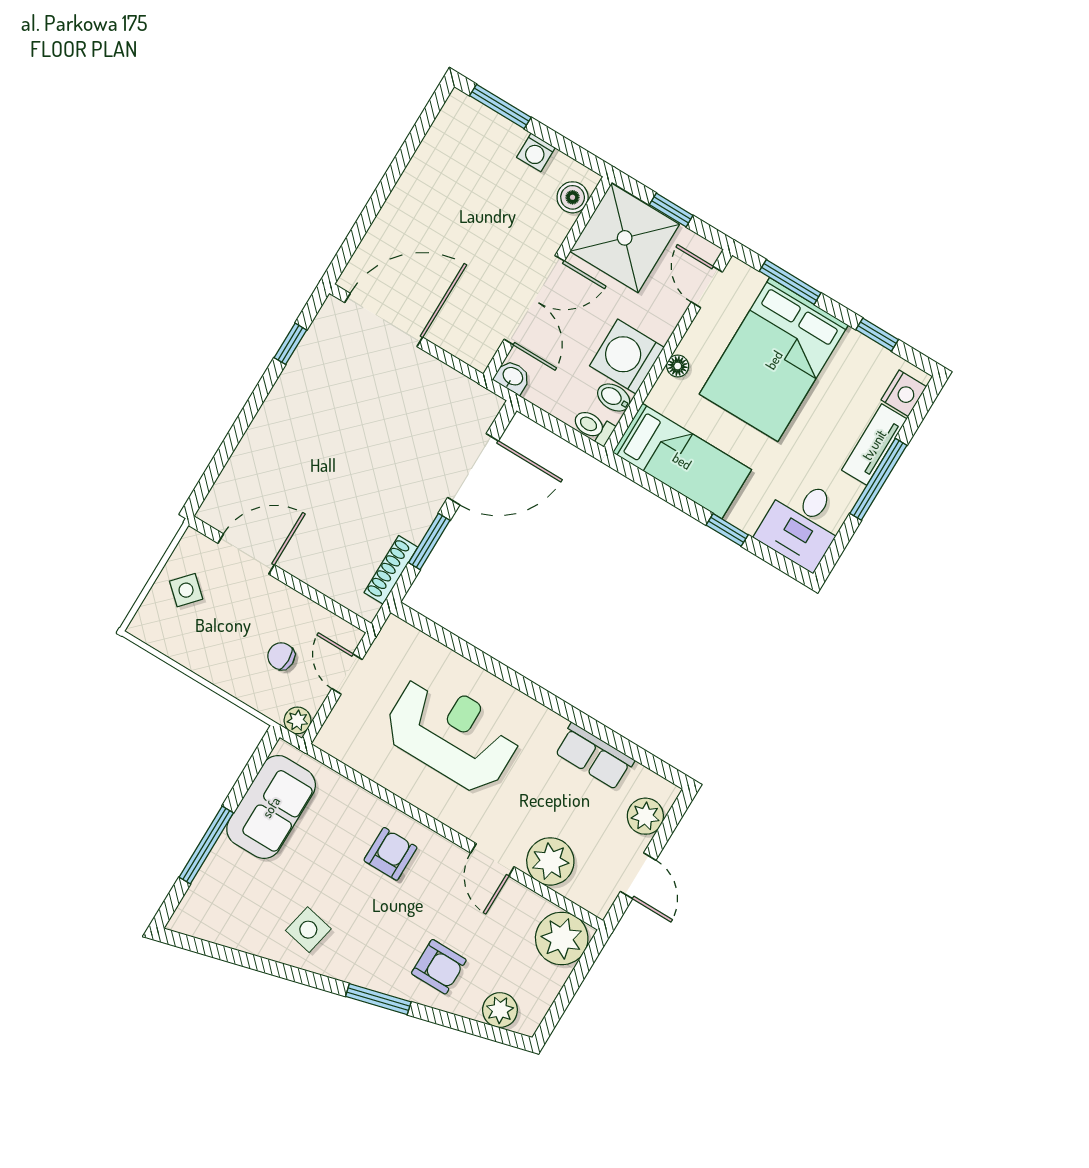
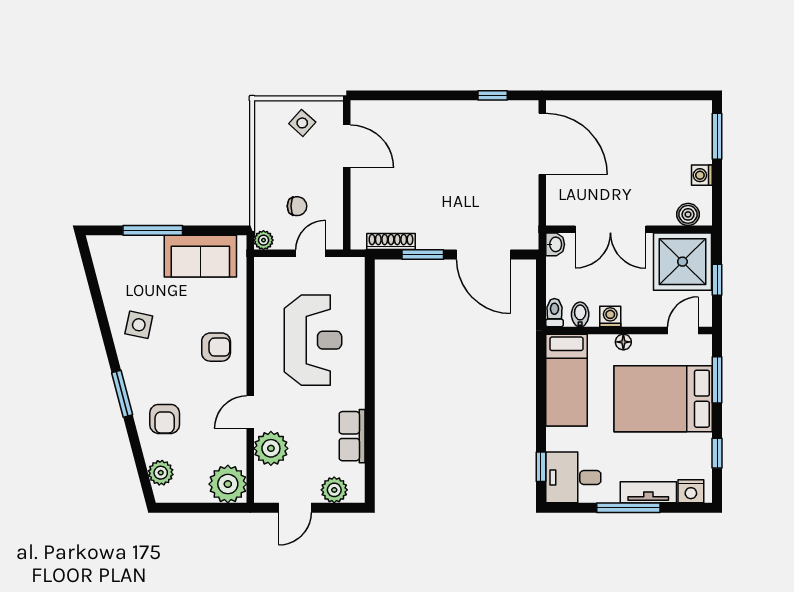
washing machine: (627, 357) -> (610, 316), width x0.53, depth x0.53
window: (727, 530) -> (541, 467), moved
chair: (281, 656) -> (297, 206), turned 90

